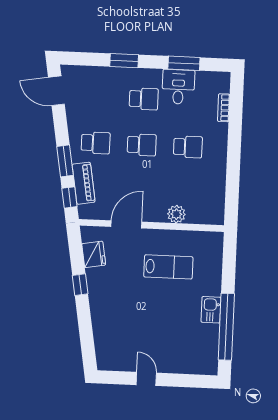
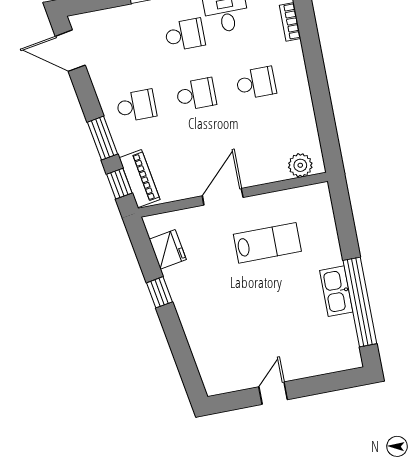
piano: (84, 183) -> (140, 179), moved
plant: (176, 214) -> (300, 165), moved
door: (126, 224) -> (223, 197), moved
kitchen sink: (211, 310) -> (336, 291), width x1.38
door: (146, 379) -> (273, 393), hinge flipped

